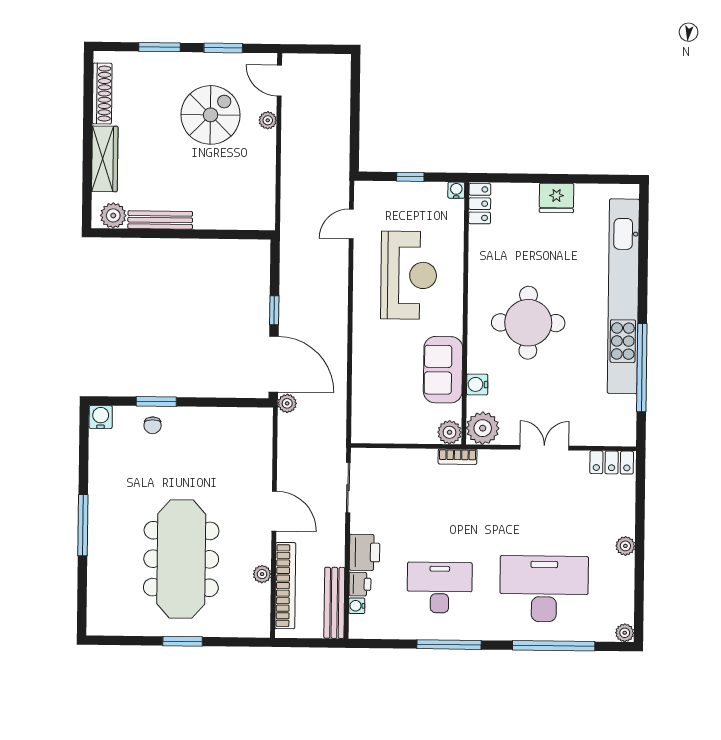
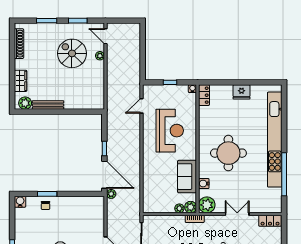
spiral stairs: (211, 115) -> (72, 53), turned -90
wardrobe: (105, 159) -> (21, 81), width x0.67
plant: (426, 435) -> (179, 208), added

